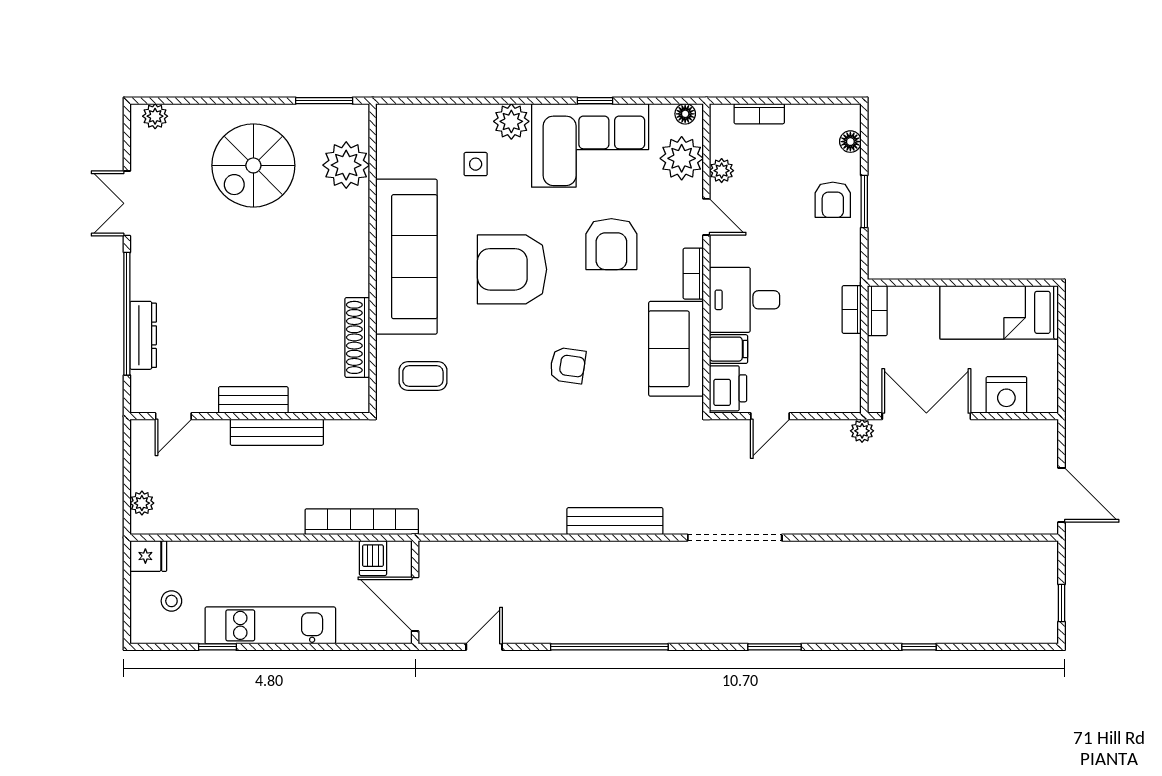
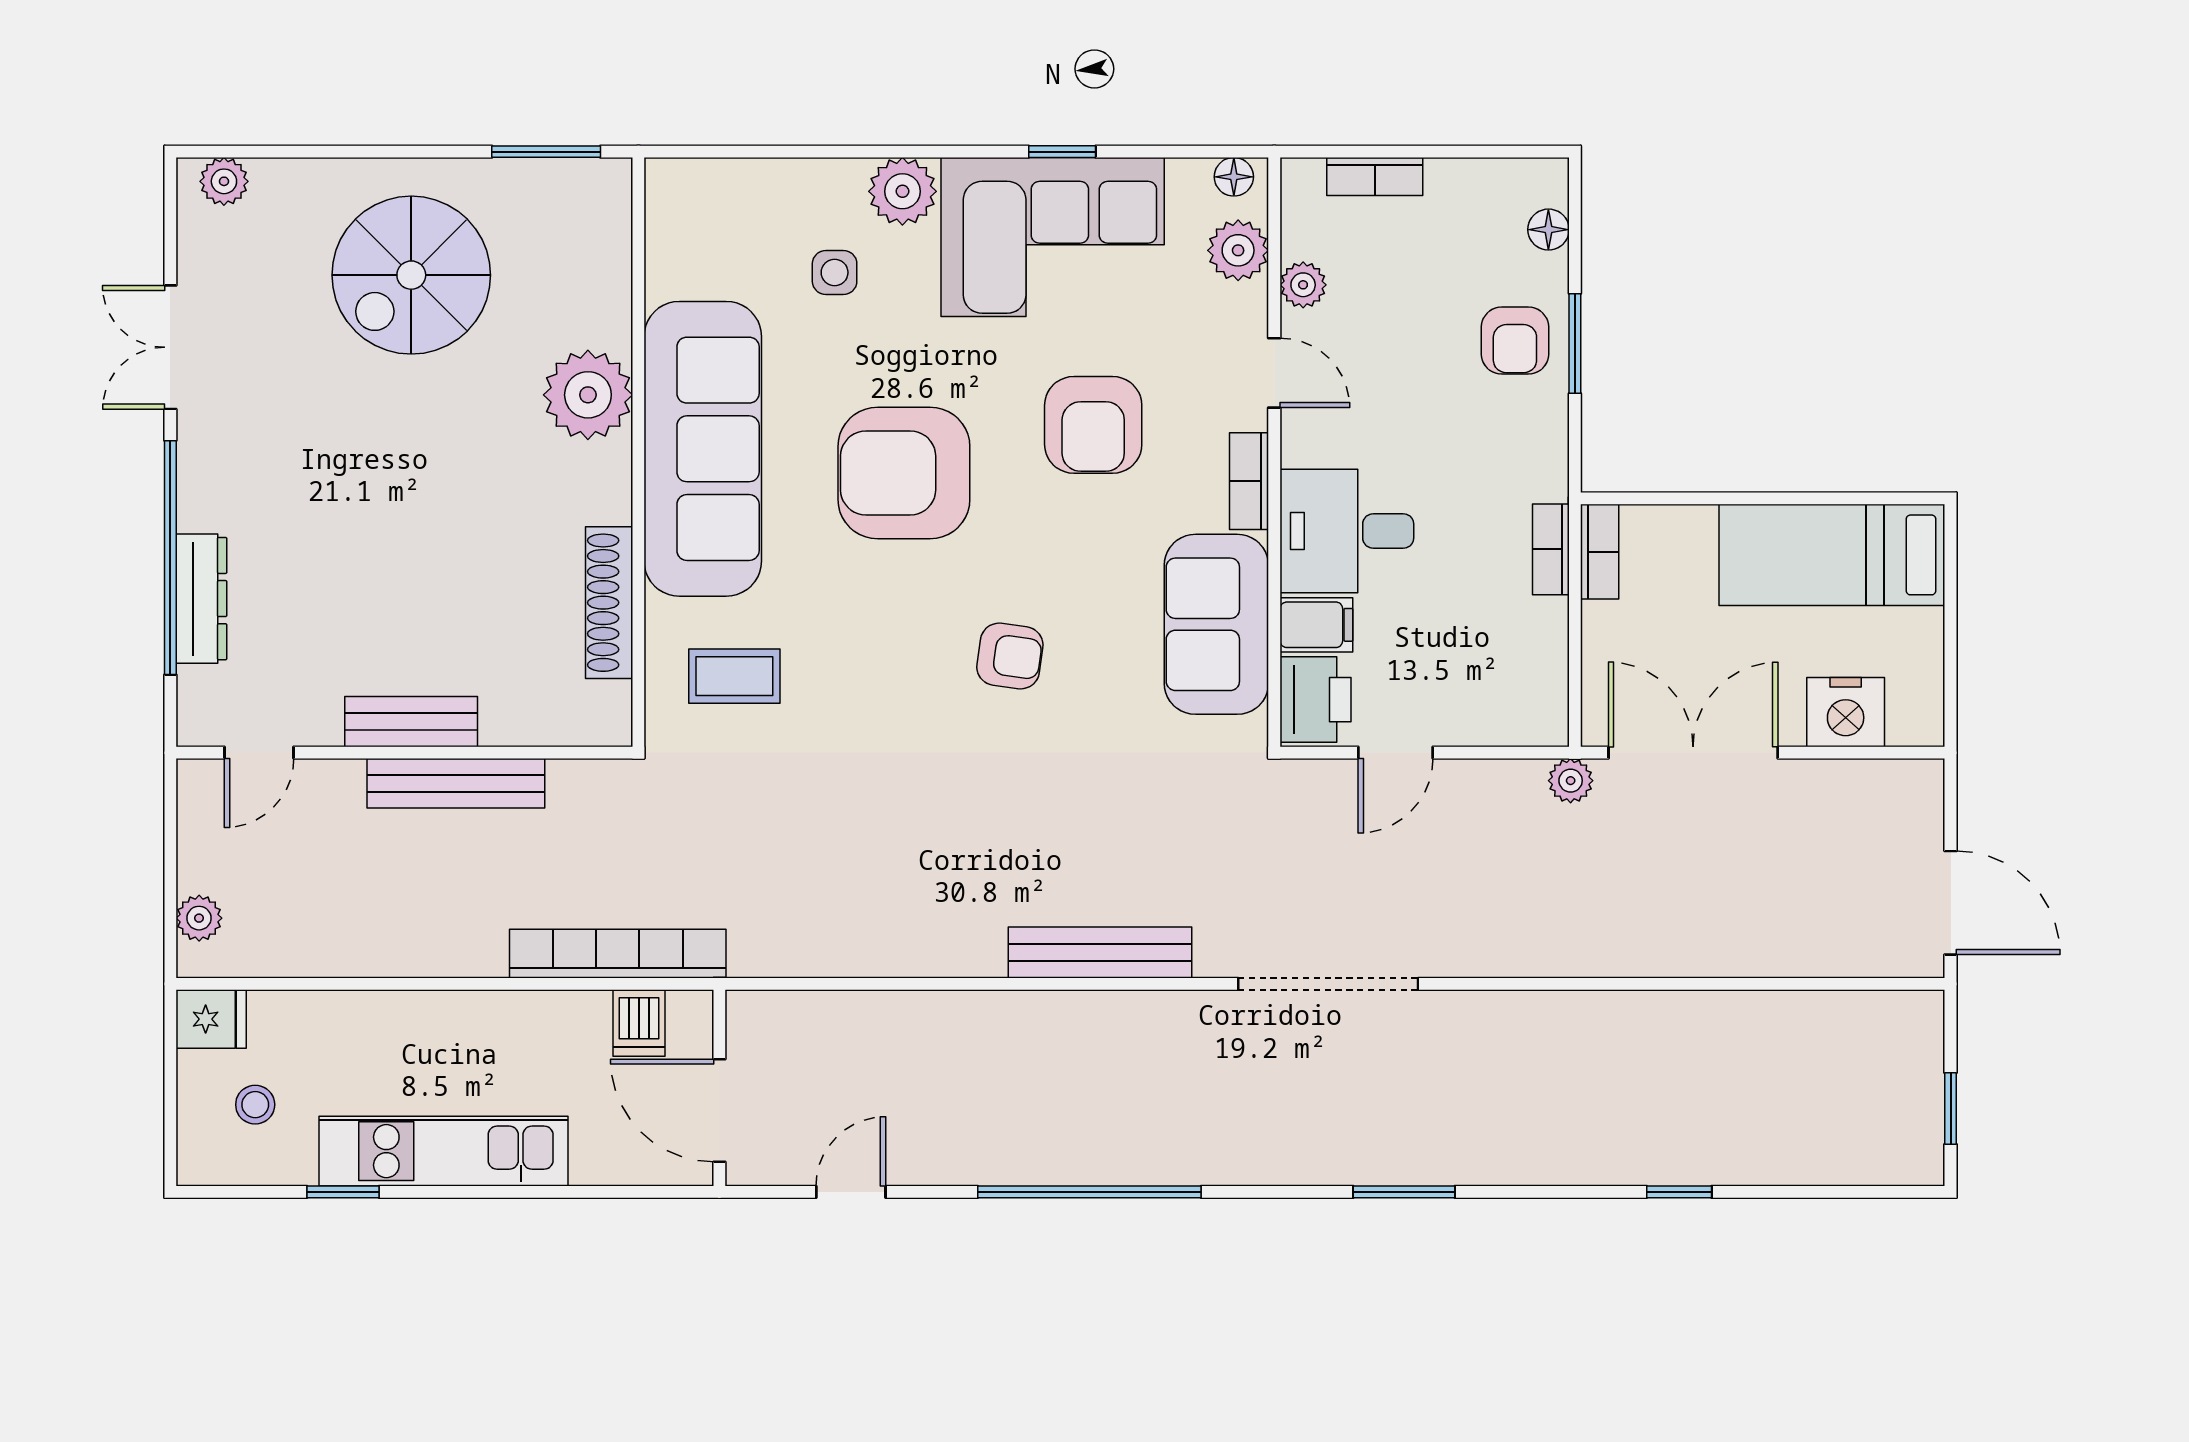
plant: (682, 158) -> (1238, 250), width x0.73, depth x0.73
plant: (346, 165) -> (588, 395), moved

